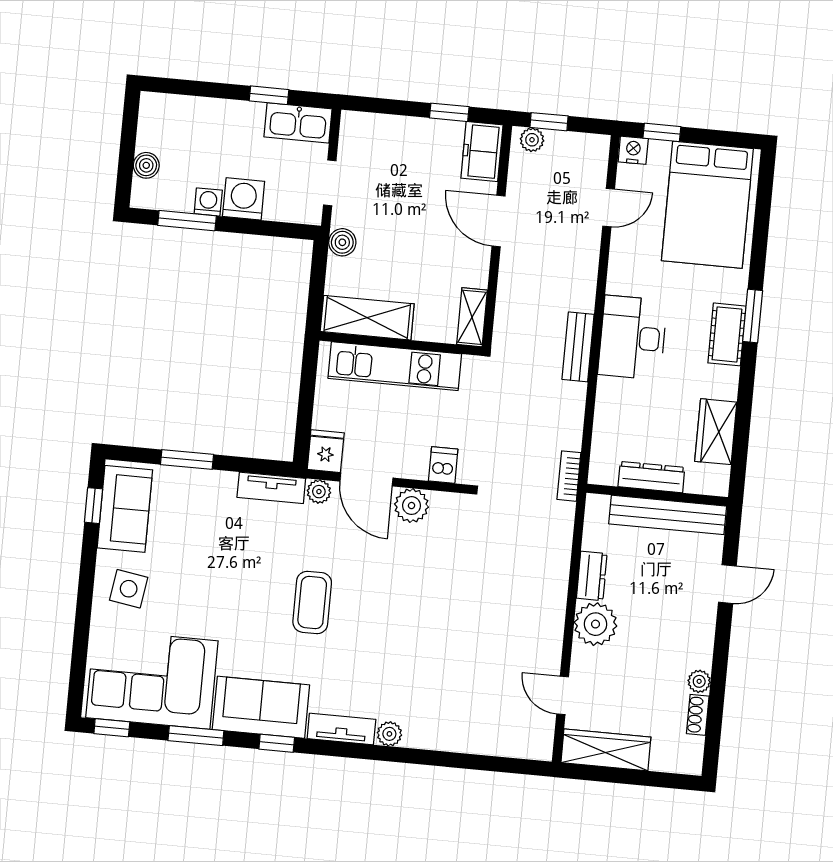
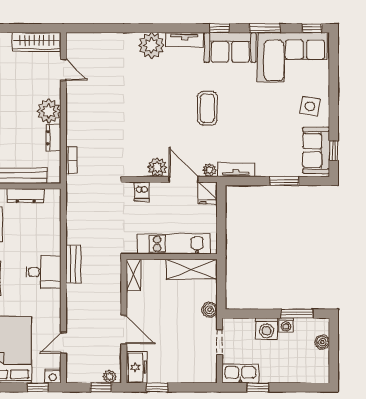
desk: (632, 338) -> (43, 272), width x0.73
bookcase: (569, 476) -> (71, 160), moved
plant: (389, 734) -> (151, 45), width x1.88, depth x1.88

